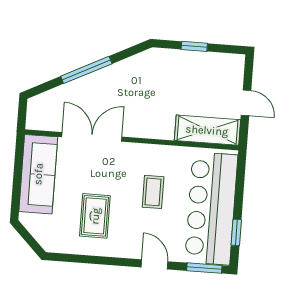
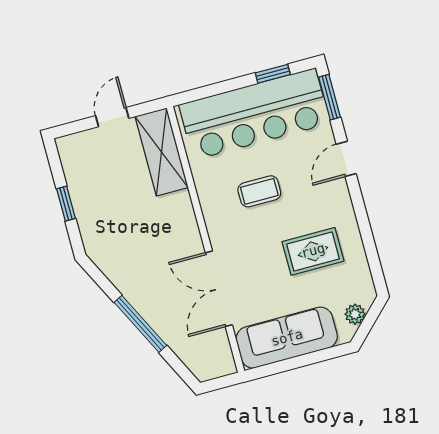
plant: (38, 231) -> (355, 314), added

